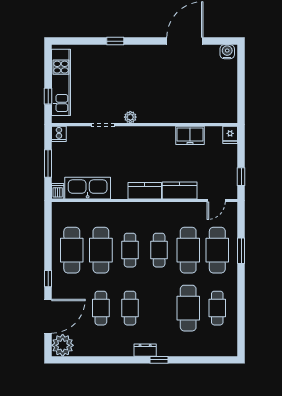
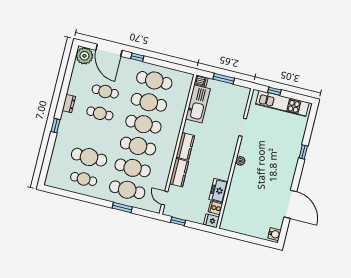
plant: (130, 117) -> (240, 161), moved
cooker: (59, 134) -> (215, 208), moved
cafe table: (130, 250) -> (143, 124), width x1.37, depth x1.35
cafe table: (159, 250) -> (138, 146), width x1.37, depth x1.35
dresser: (145, 350) -> (69, 103), moved

